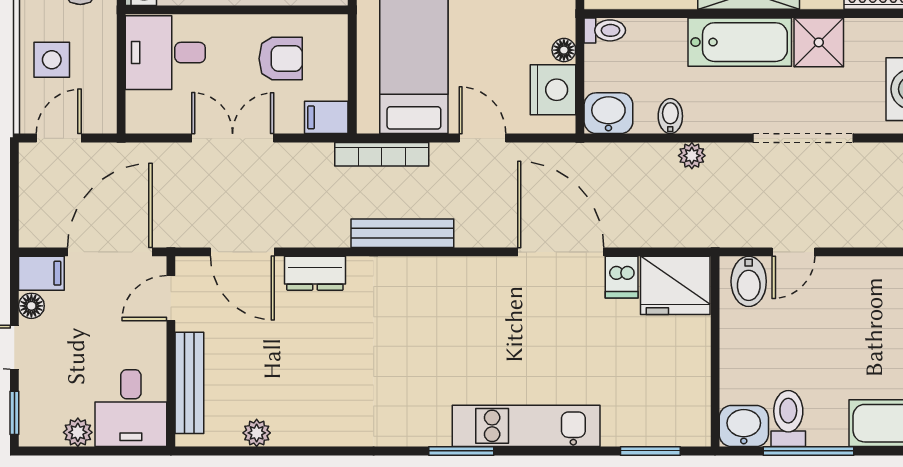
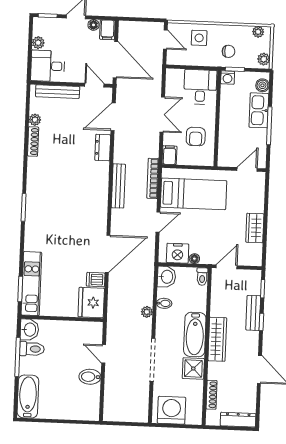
bidet: (749, 281) -> (90, 377), moved
kitchen unit: (526, 426) -> (31, 284), moved
shoe rack: (307, 435) -> (33, 142), added

